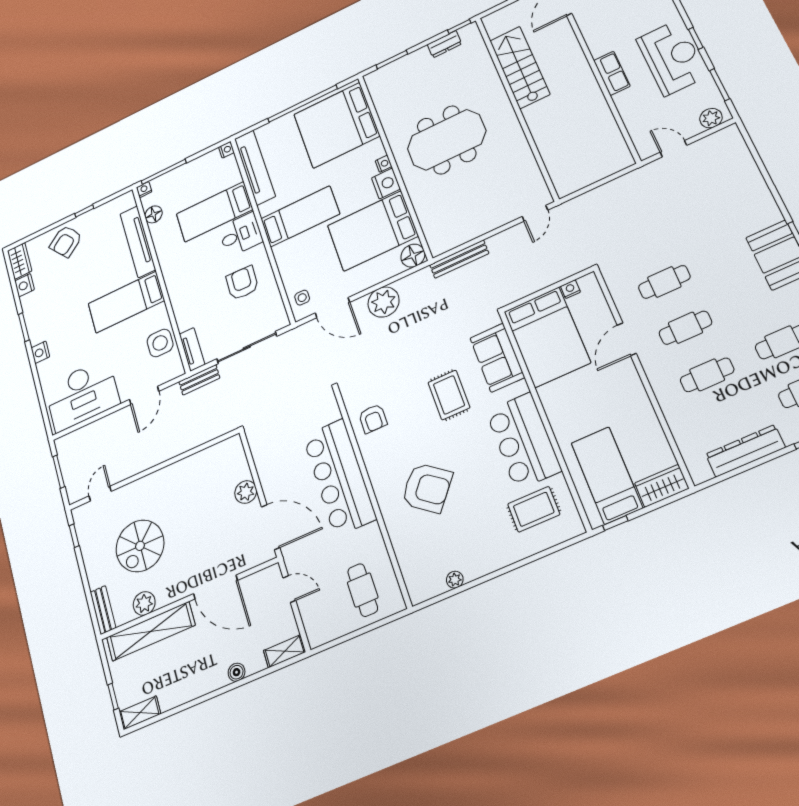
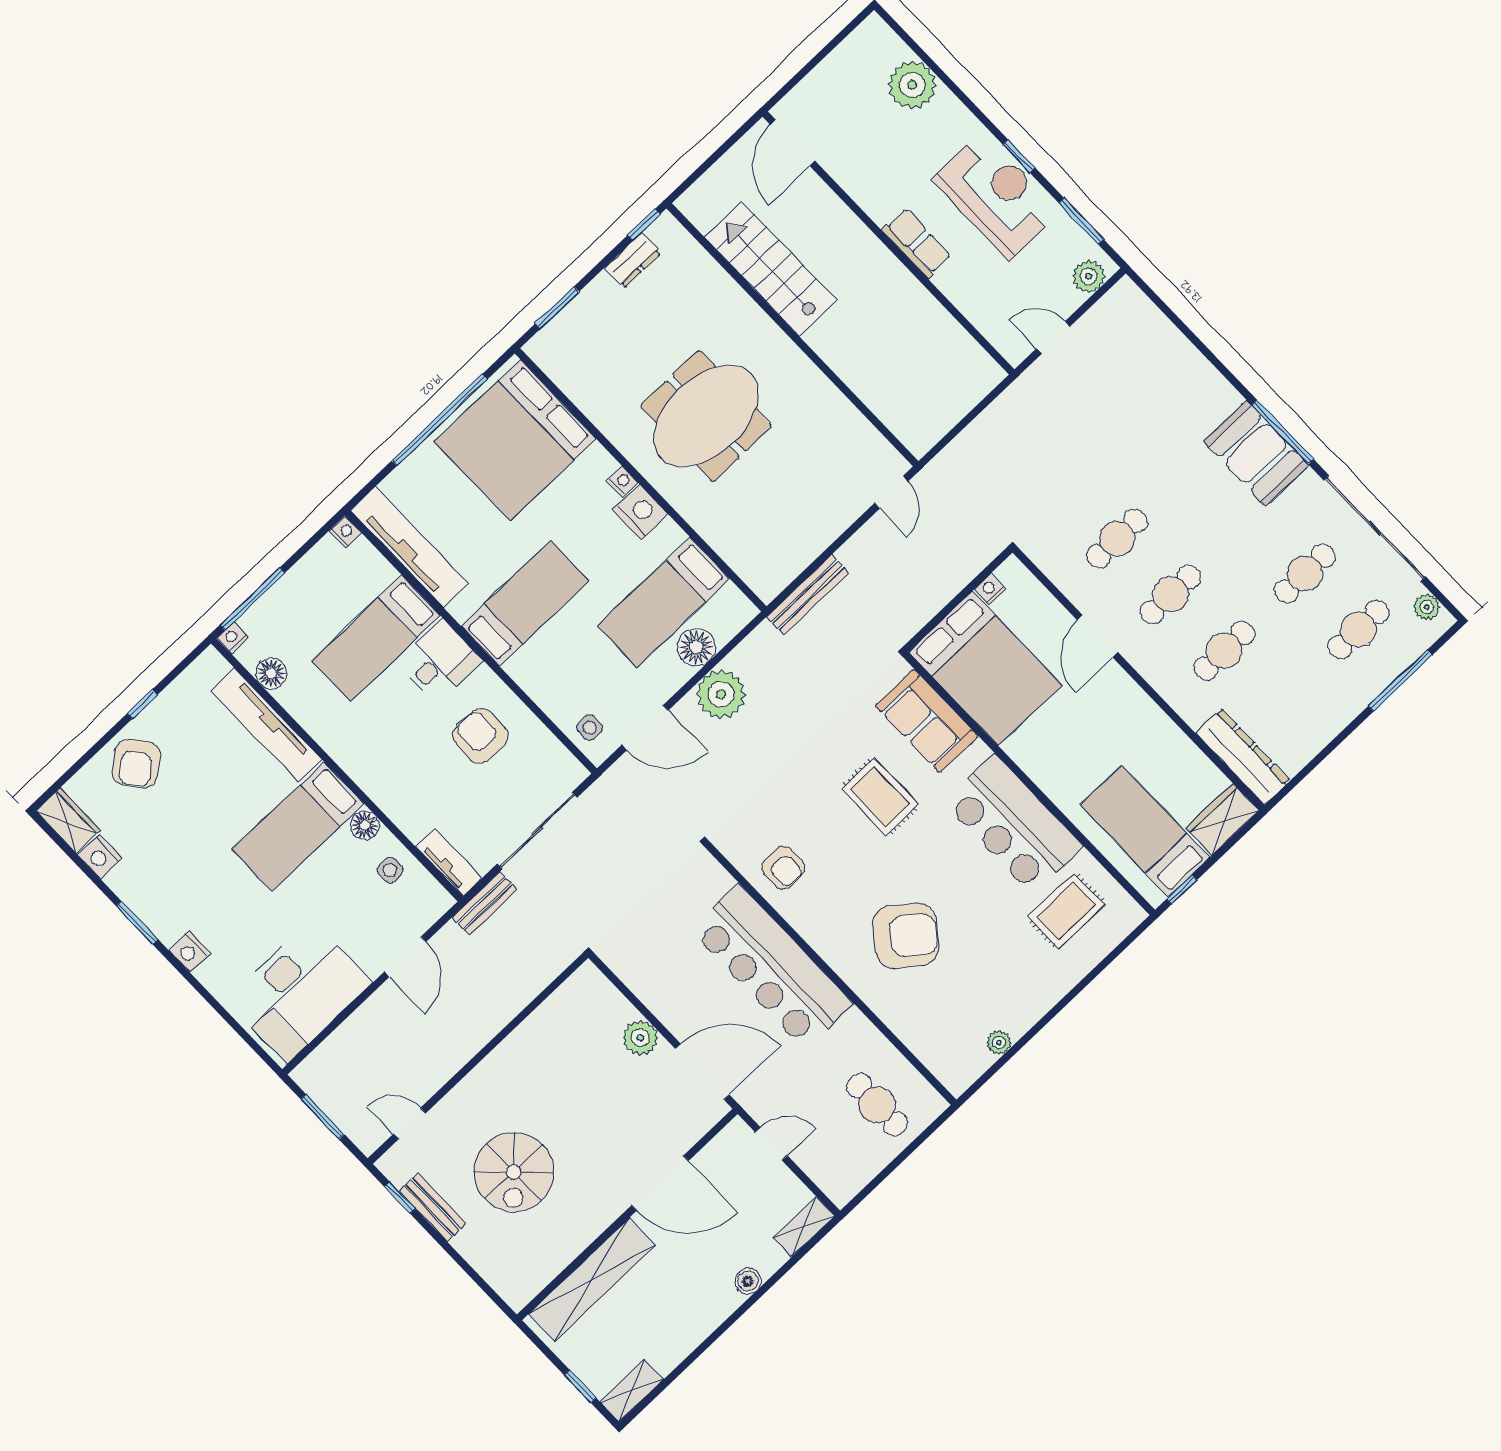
bed: (373, 231) -> (664, 602), width x0.67
floor lamp: (413, 256) -> (696, 647), moved
floor lamp: (159, 313) -> (365, 825), added
side table: (160, 343) -> (390, 870), width x0.54, depth x0.54
dresser: (745, 451) -> (1243, 757), moved, turned 90
door: (100, 494) -> (410, 1123), hinge flipped
plant: (144, 603) -> (562, 1247), removed
bench: (103, 610) -> (433, 1207), moved

